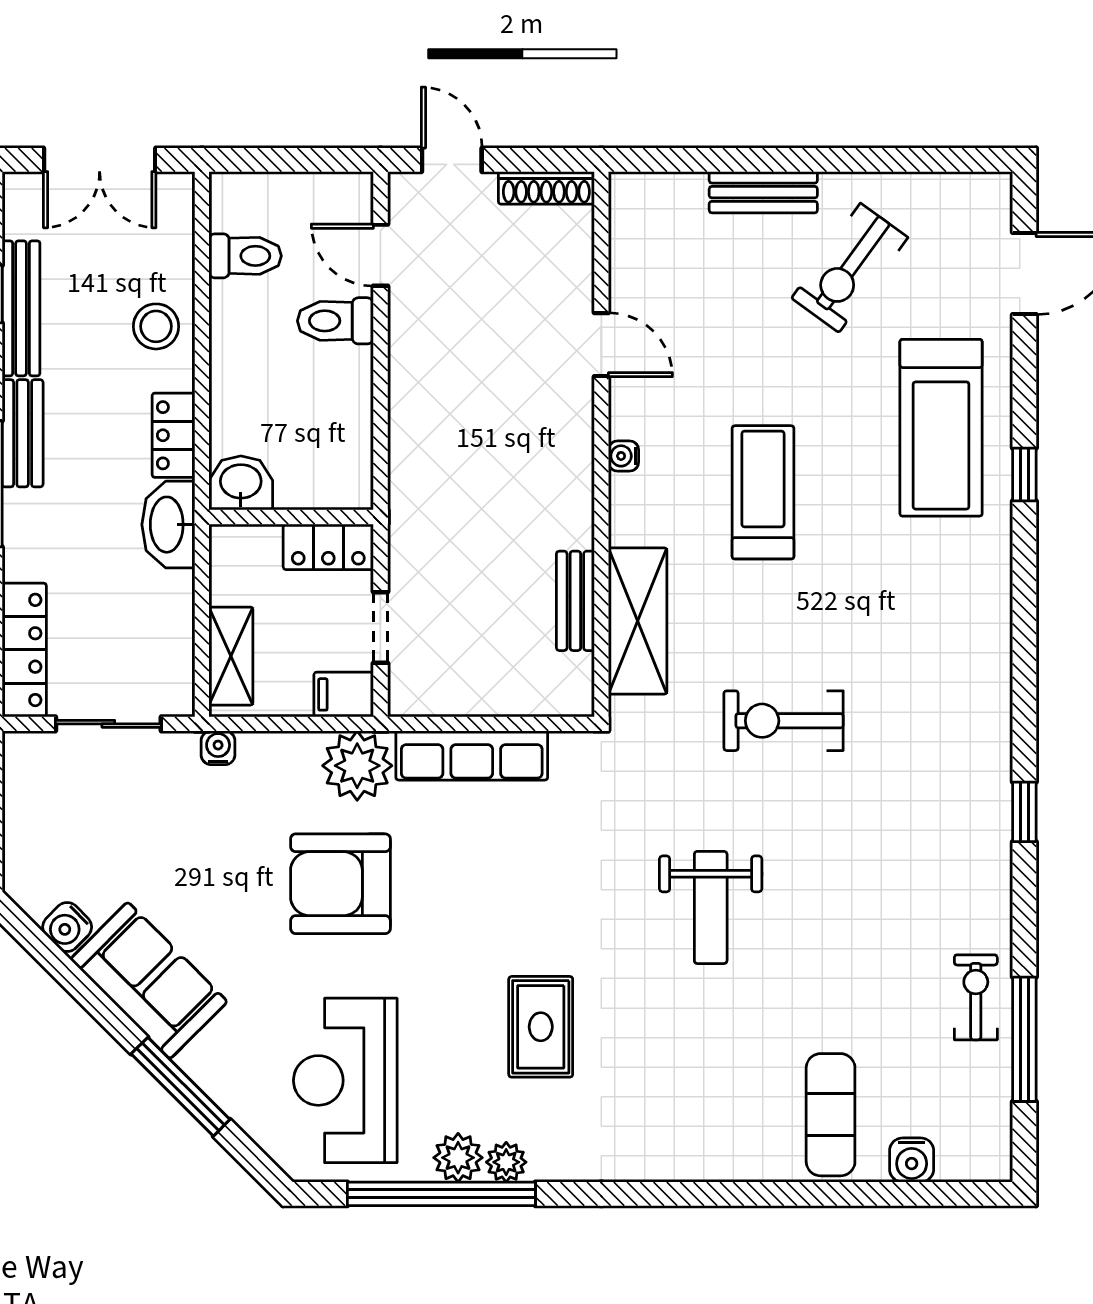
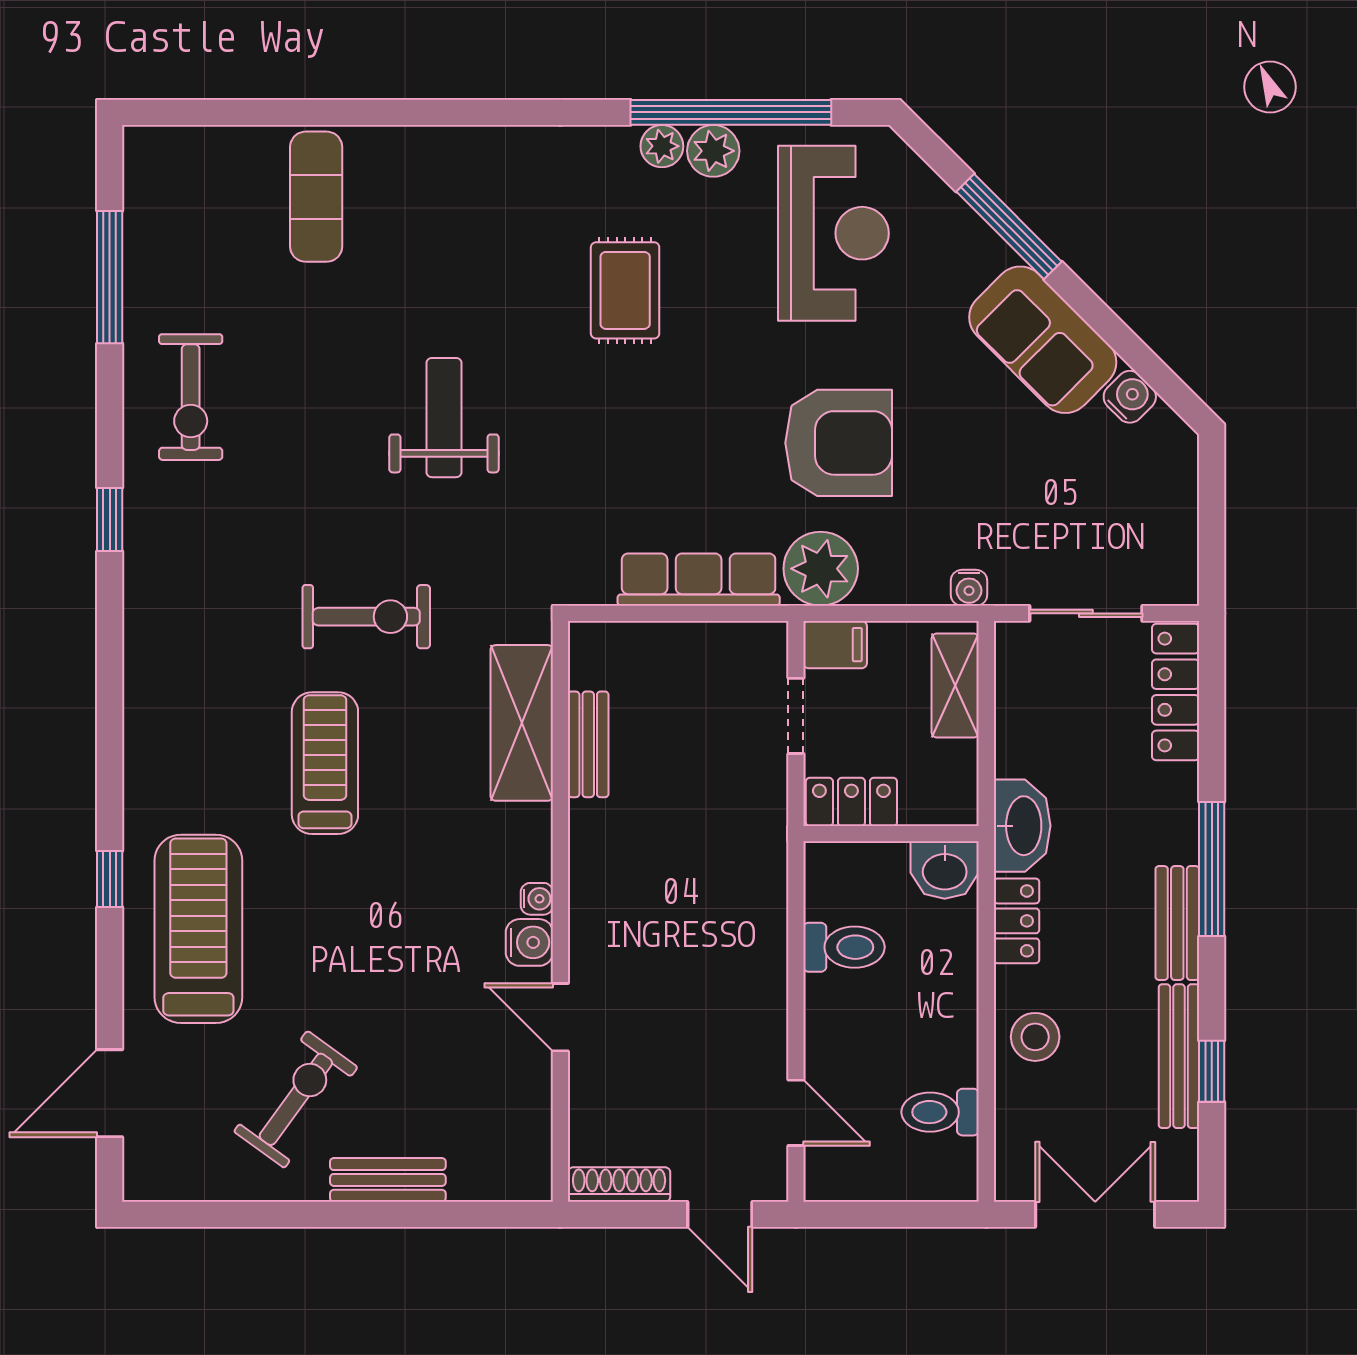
toilet: (335, 321) -> (844, 947), moved
treadmill: (763, 492) -> (325, 763), moved, turned 180
exercise bike: (976, 997) -> (191, 397), moved, width x1.38, depth x1.39
water cooler: (912, 1160) -> (529, 942), moved, turned 90

